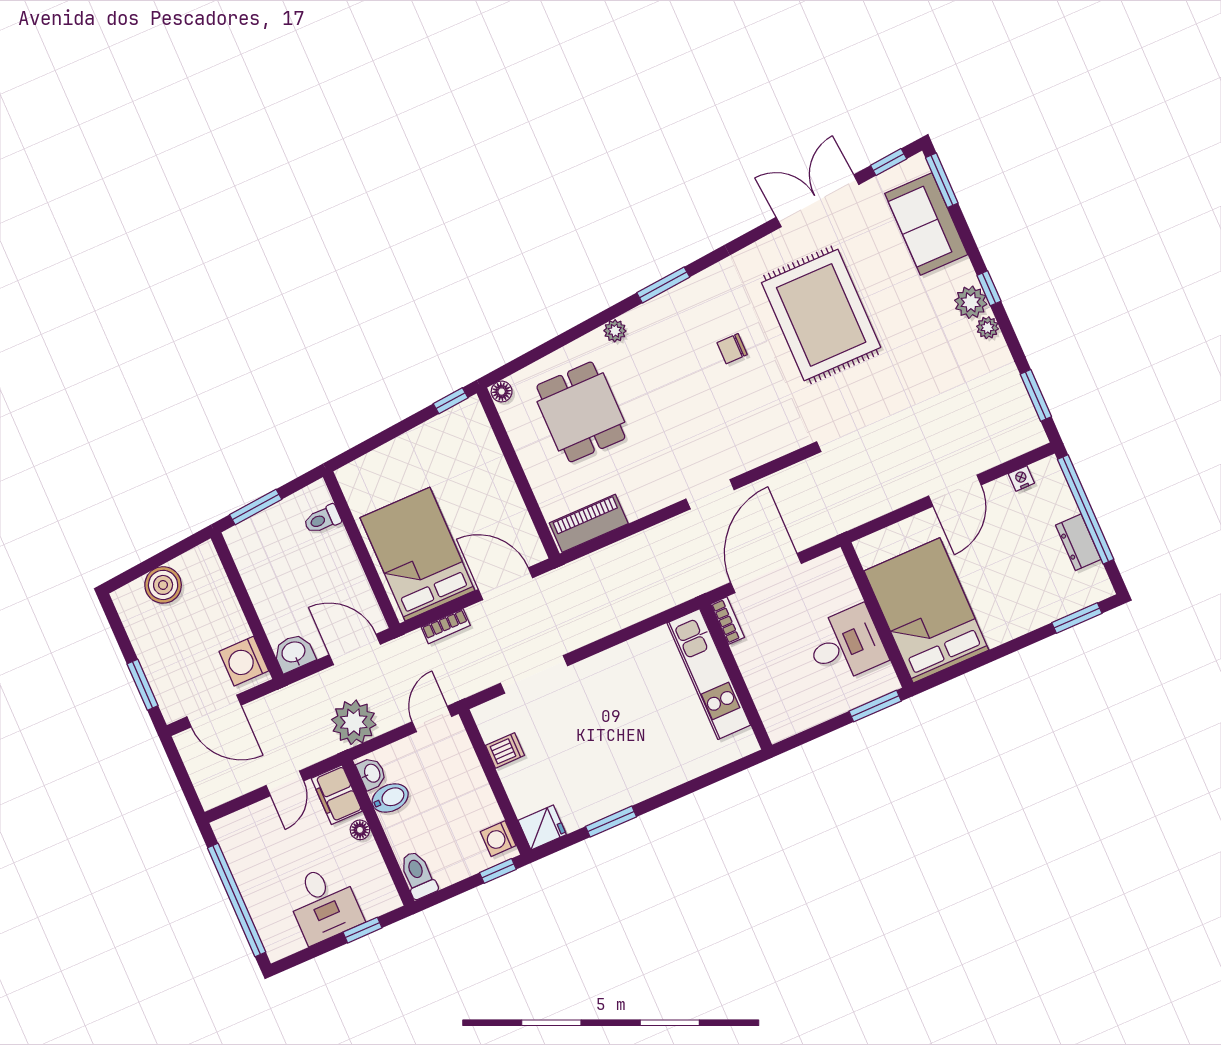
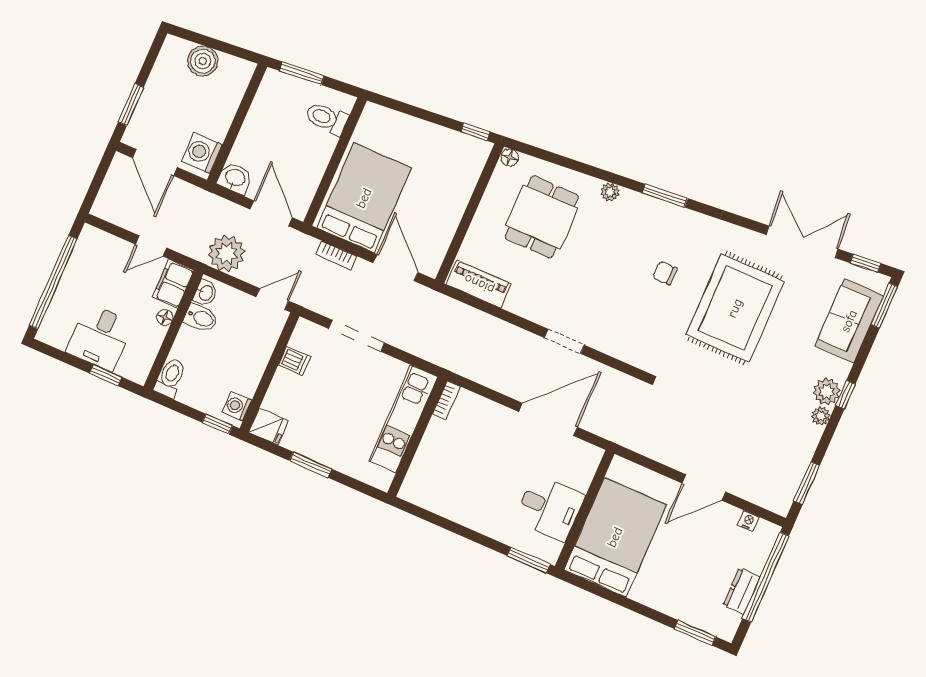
toilet: (322, 519) -> (327, 118), width x1.37, depth x1.39
bookcase: (728, 621) -> (446, 400), moved
kitchen unit: (709, 674) -> (403, 419), moved
wall: (736, 677) -> (417, 437), moved

